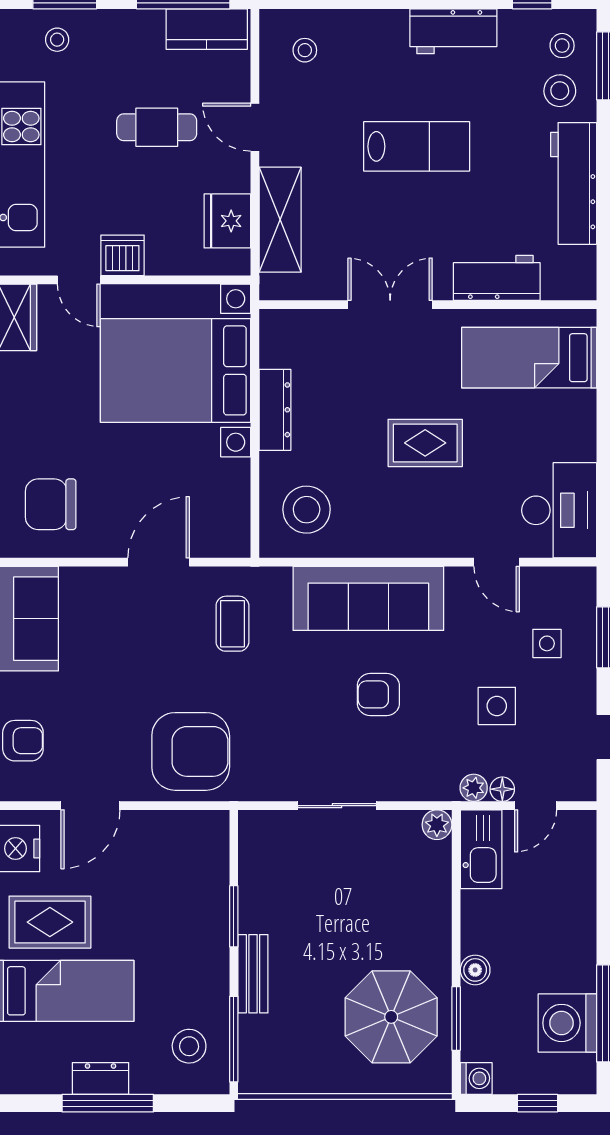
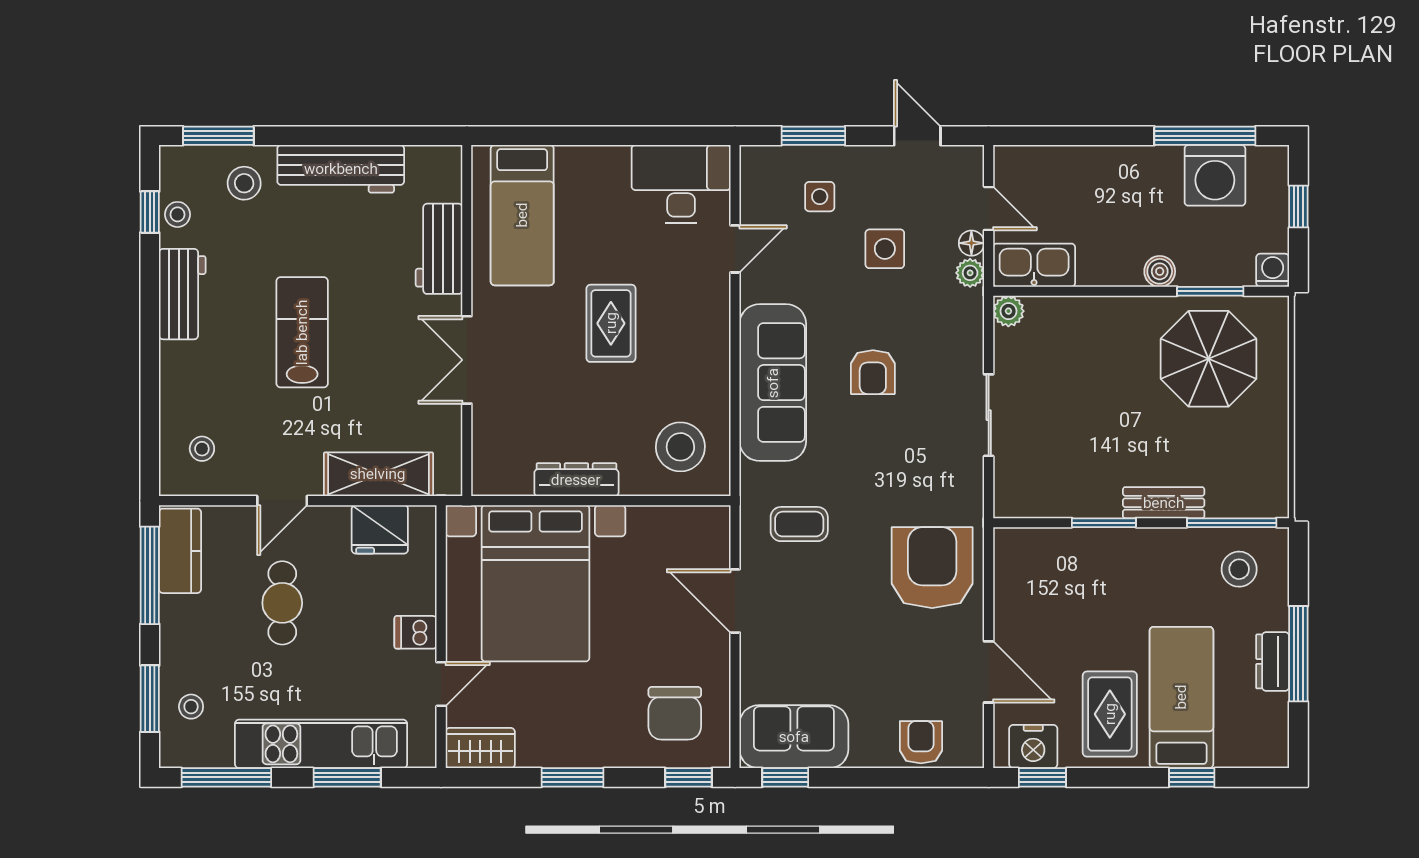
stool: (562, 46) -> (178, 214), moved
dishwasher: (122, 255) -> (416, 632), width x0.73

